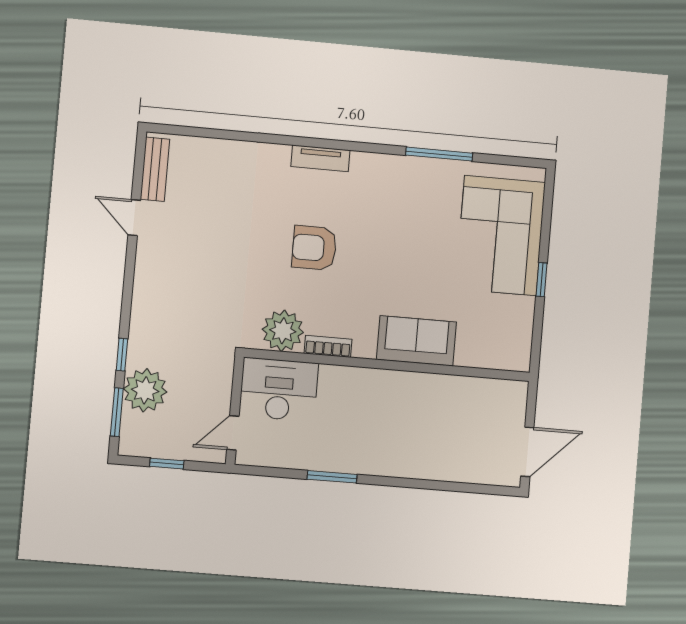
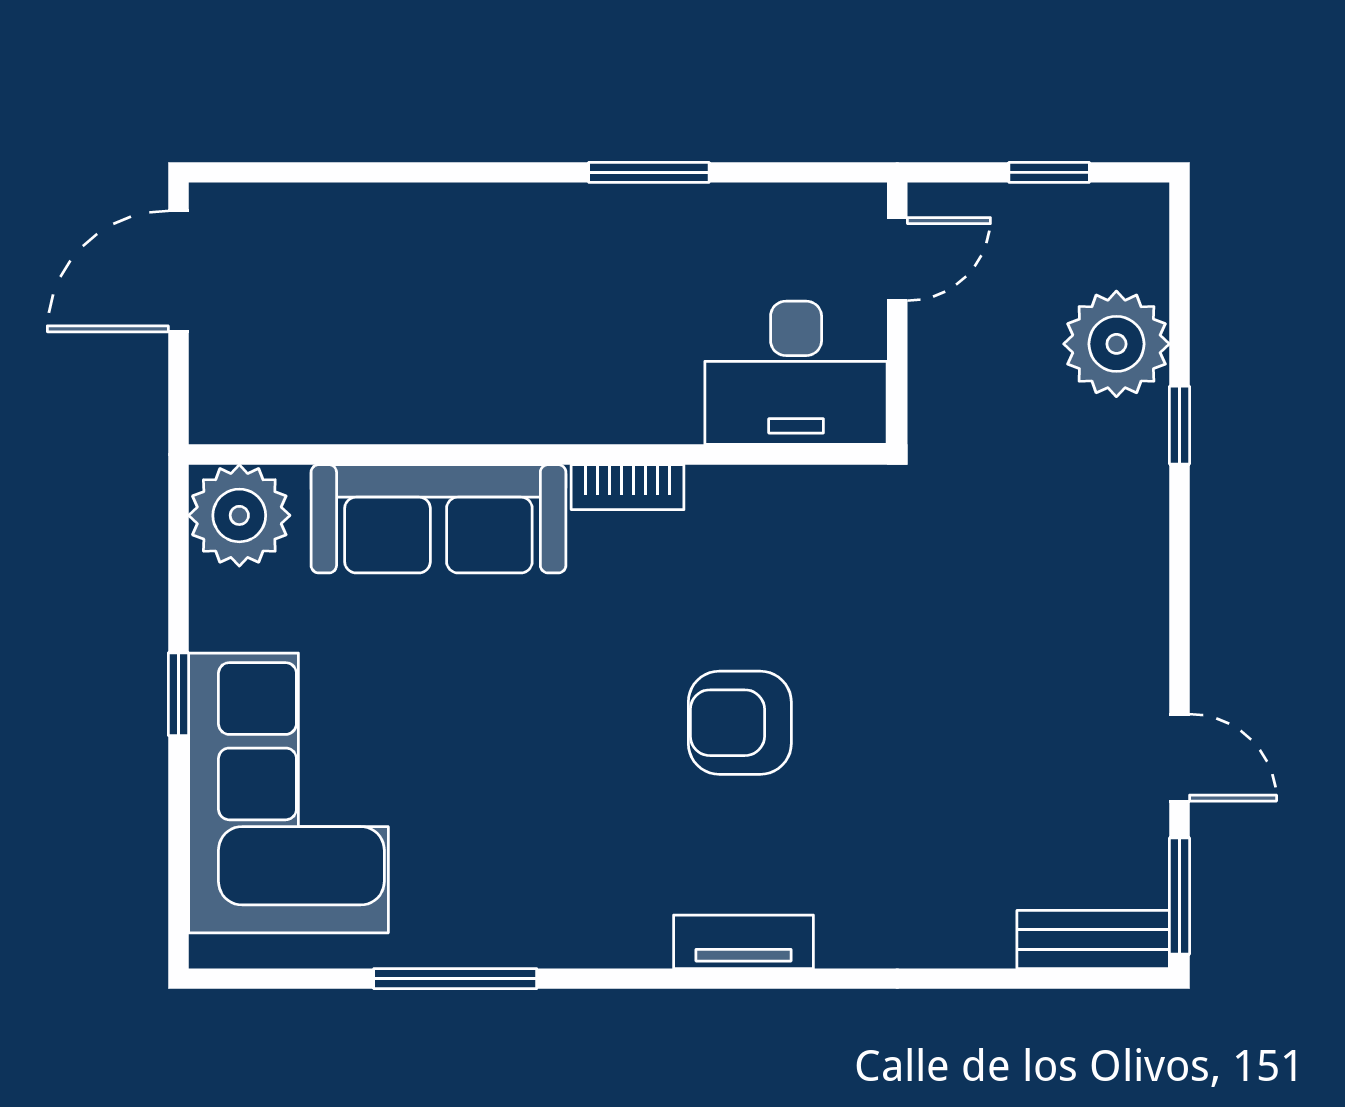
bench: (155, 169) -> (1093, 939), moved, turned 90
armchair: (314, 248) -> (740, 723), turned 180
plant: (283, 331) -> (239, 515), moved
sofa: (416, 341) -> (438, 519), width x1.36
bookcase: (328, 346) -> (628, 487), moved
window: (117, 412) -> (1180, 896), moved

